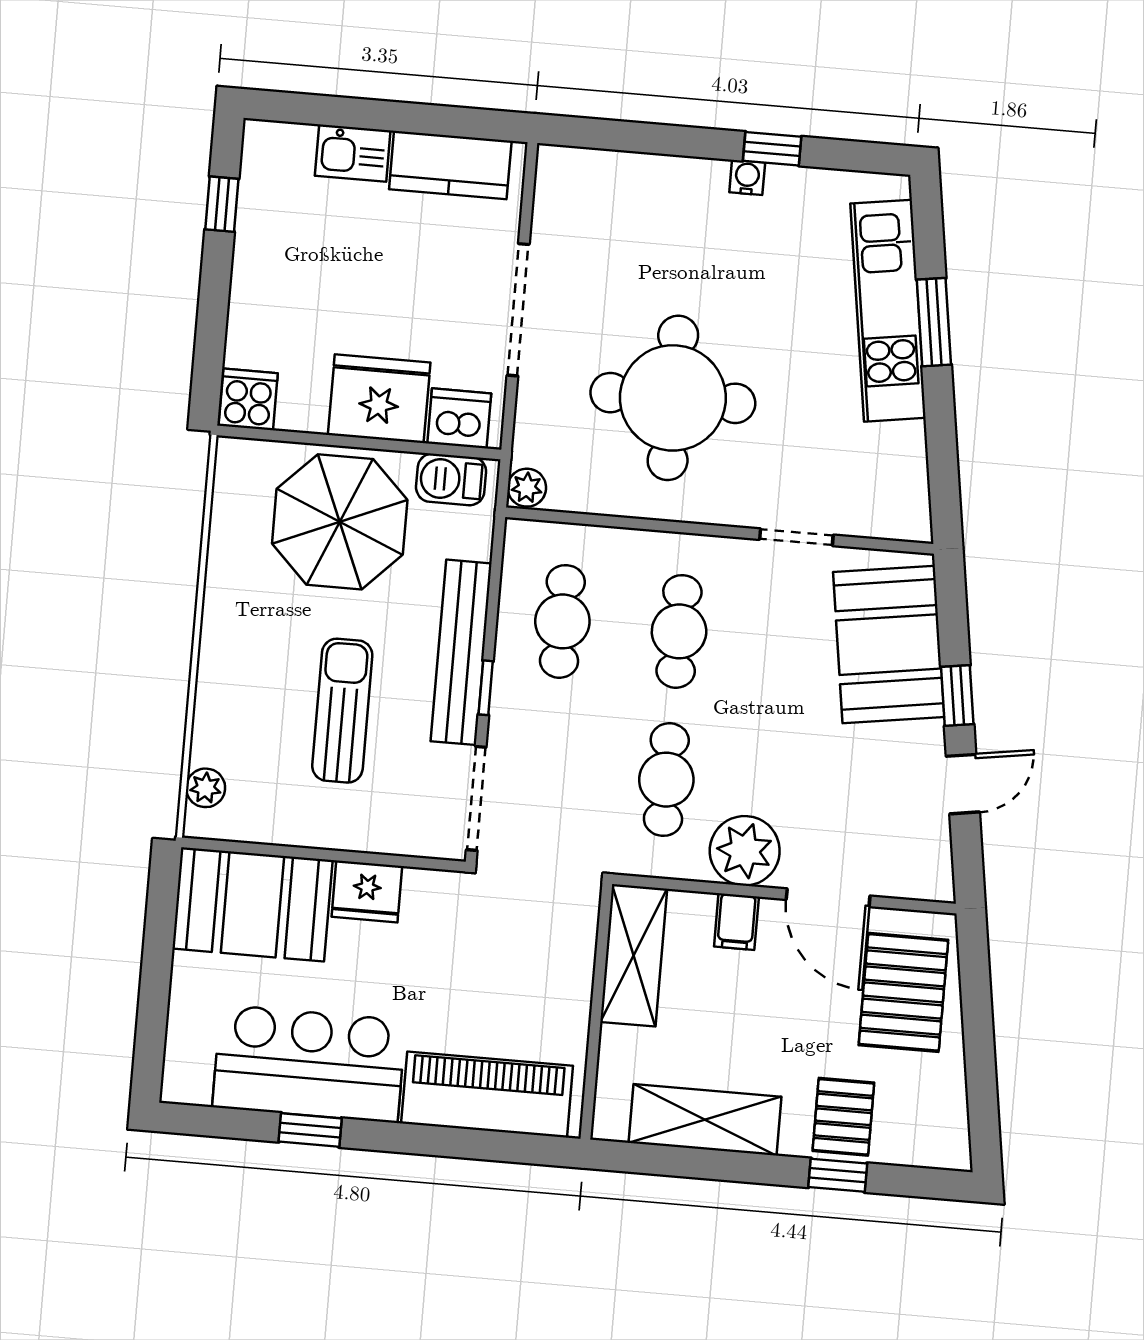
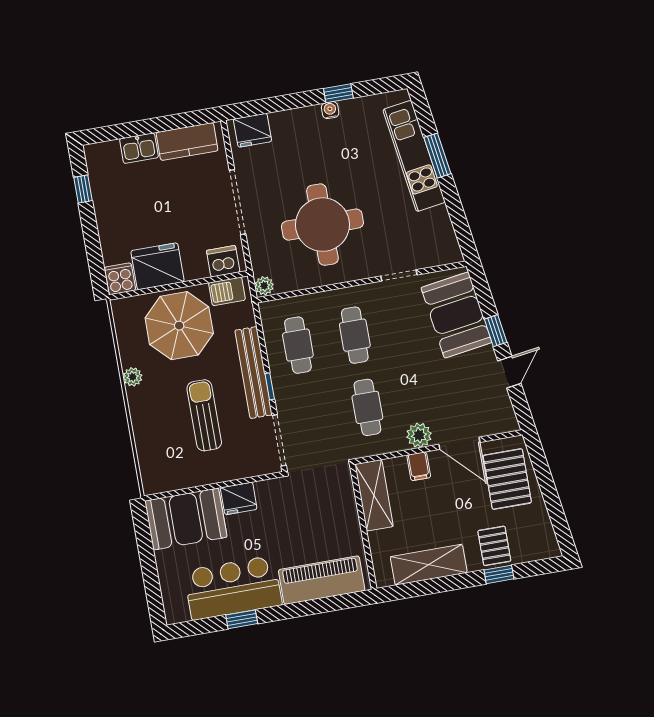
fridge: (584, 177) -> (252, 130), added
fridge: (379, 399) -> (157, 266), moved
plant: (206, 788) -> (133, 377), moved
plant: (745, 851) -> (419, 435), width x0.73, depth x0.73

